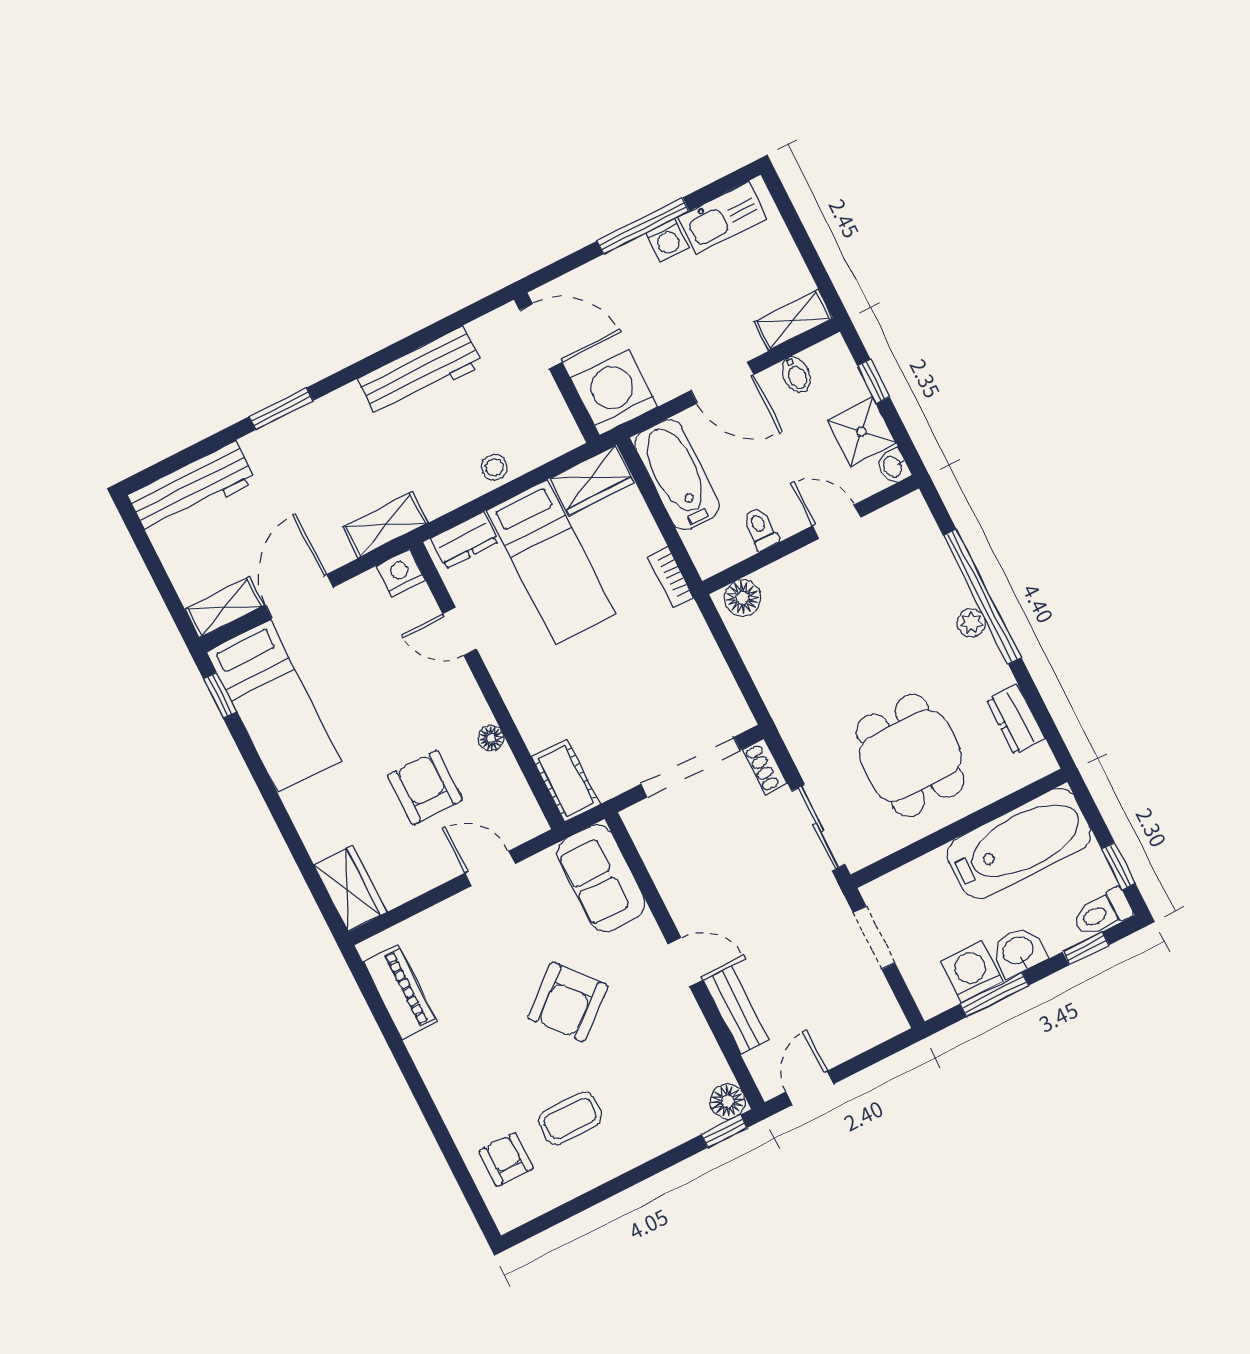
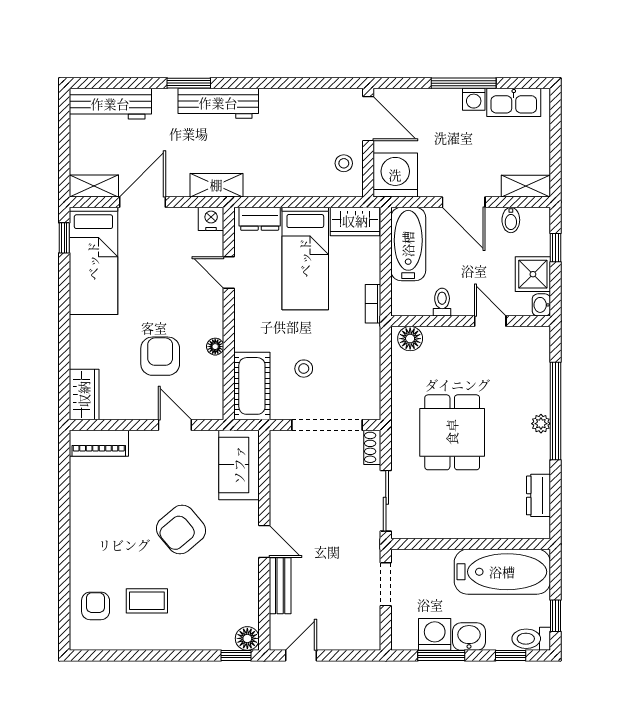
workbench: (420, 372) -> (218, 103), moved
stool: (494, 467) -> (344, 163), moved
stool: (622, 708) -> (304, 369), added
dining table: (910, 756) -> (452, 432), moved
cot: (566, 781) -> (252, 386), width x1.37, depth x1.34
piano: (400, 992) -> (99, 443), moved, turned 90

